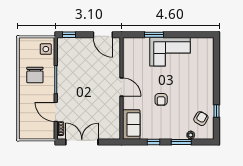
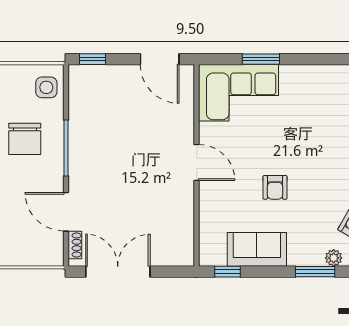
corner sofa: (170, 52) -> (238, 93), moved
sofa: (131, 124) -> (257, 249), moved, turned -90
window: (153, 142) -> (228, 272), moved

